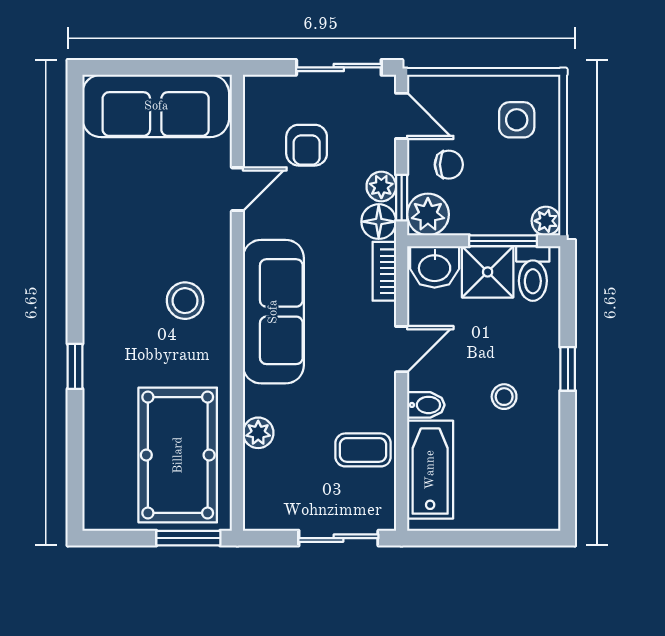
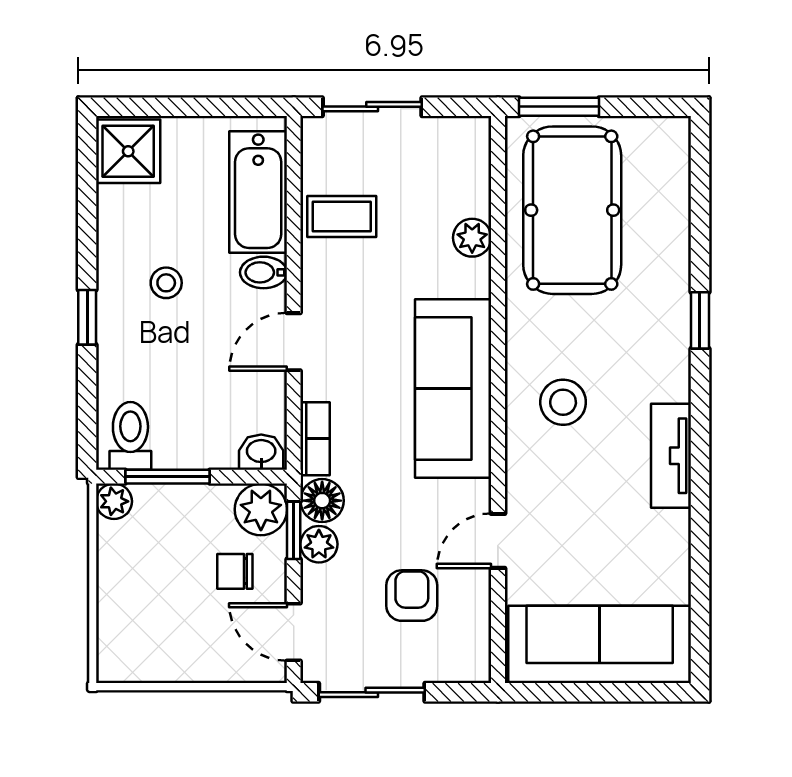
side table: (517, 120) -> (150, 627), removed
tv unit: (98, 258) -> (671, 456), added
washbasin: (435, 267) -> (261, 452), width x0.72, depth x0.69
shower: (488, 272) -> (128, 151), moved

